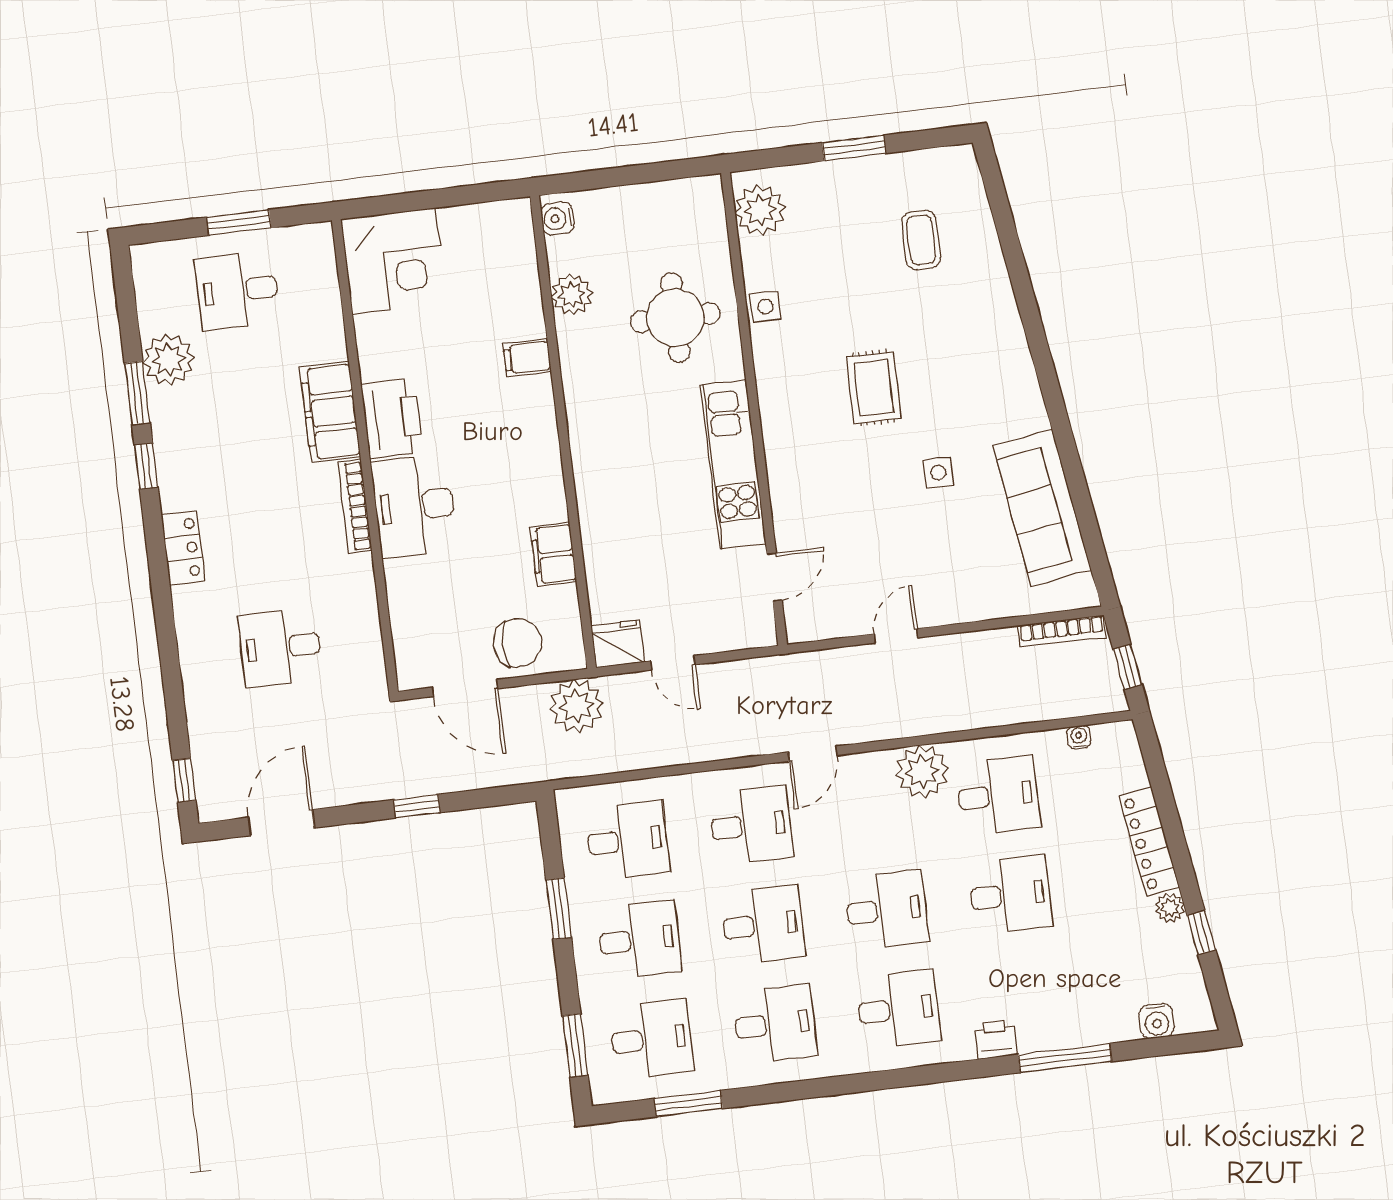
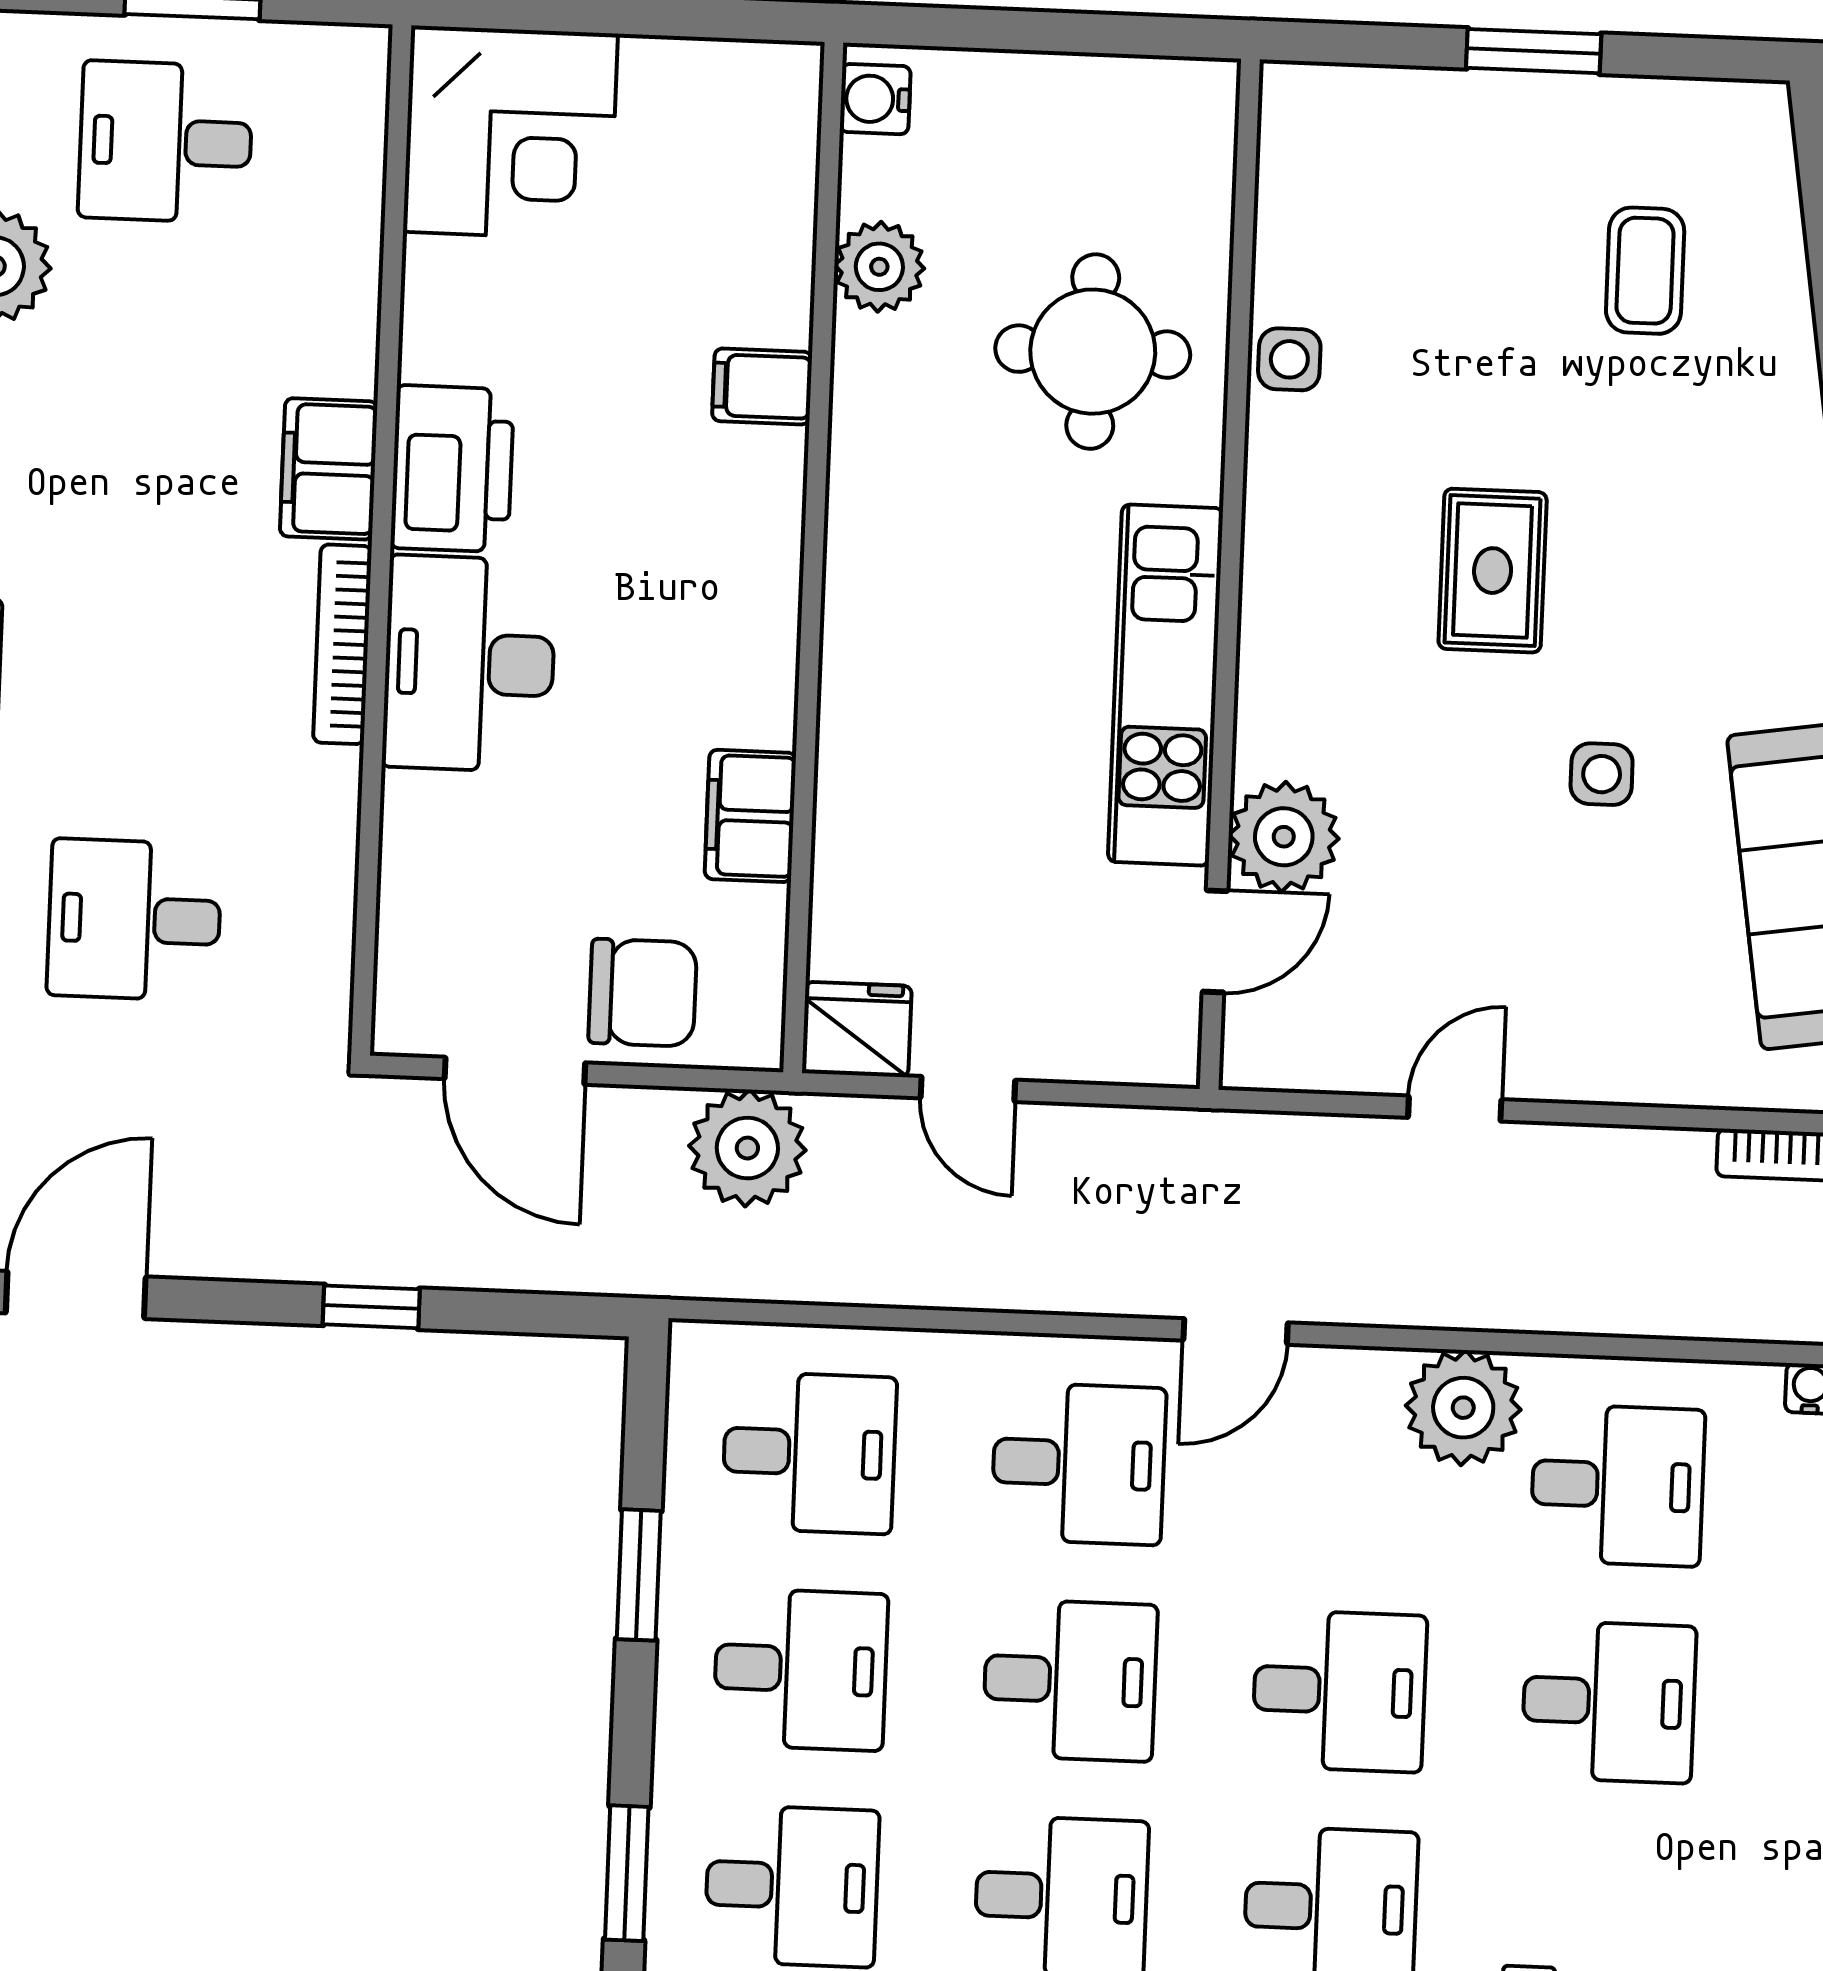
plant: (760, 210) -> (1284, 837), moved
filing cabinet: (330, 412) -> (329, 469), width x0.67, depth x0.86

